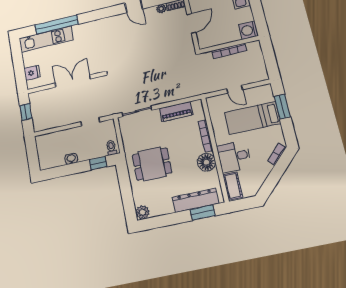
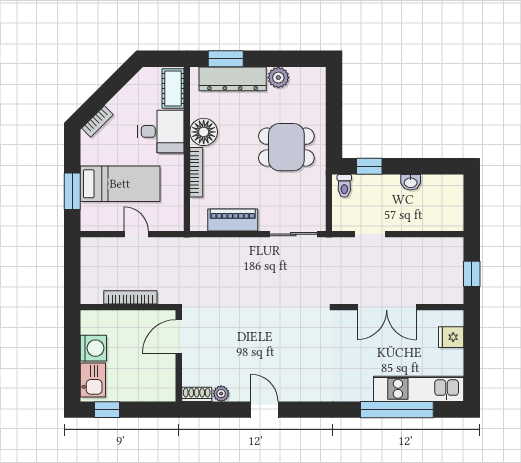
door: (191, 23) -> (179, 336), moved
washing machine: (248, 30) -> (93, 348), moved
plant: (143, 212) -> (278, 78), moved

